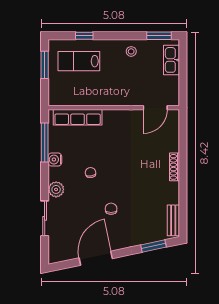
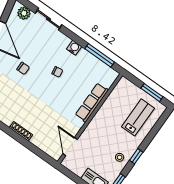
window: (84, 36) -> (136, 156), moved
row of seats: (78, 117) -> (92, 102), moved
water cooler: (55, 160) -> (74, 48), moved
plant: (56, 189) -> (24, 13), moved

